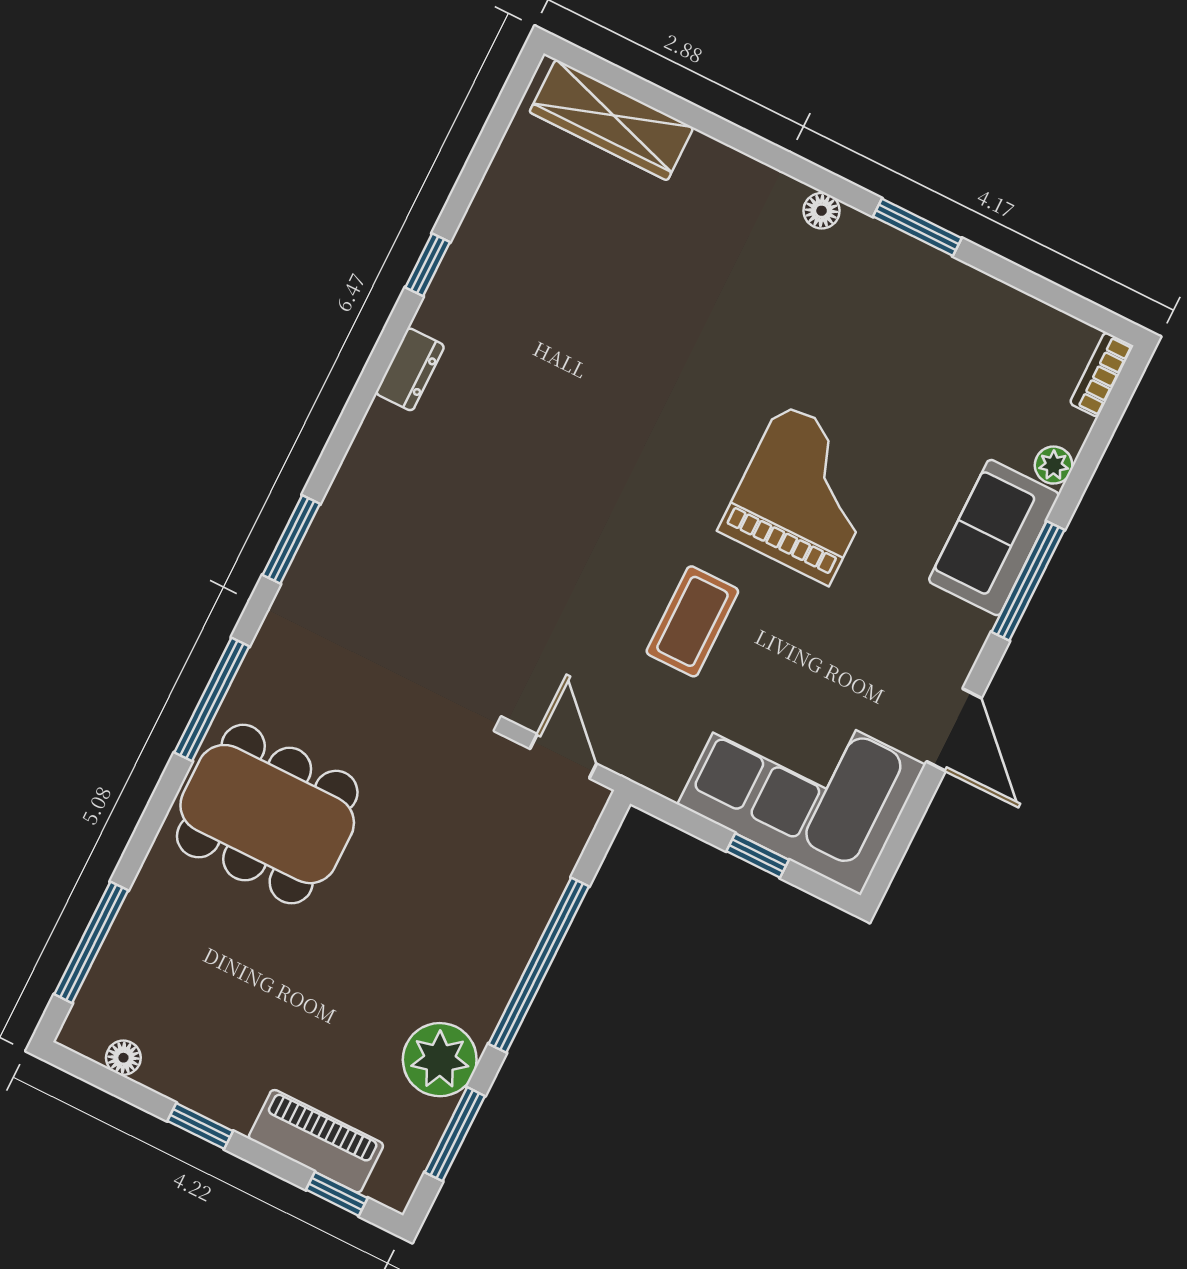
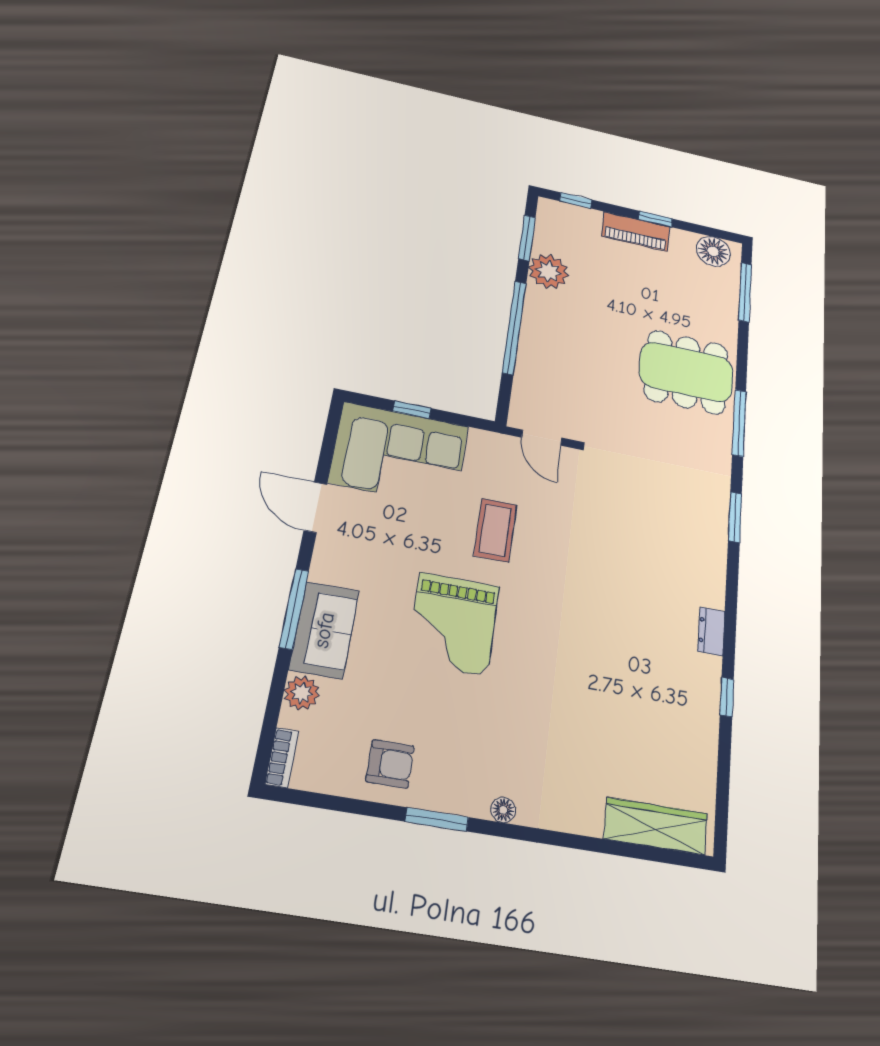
armchair: (958, 321) -> (390, 764), added
plant: (1054, 465) -> (302, 693), width x1.38, depth x1.38
floor lamp: (123, 1058) -> (713, 251), width x1.89, depth x1.89
piano: (316, 1141) -> (636, 231), moved

